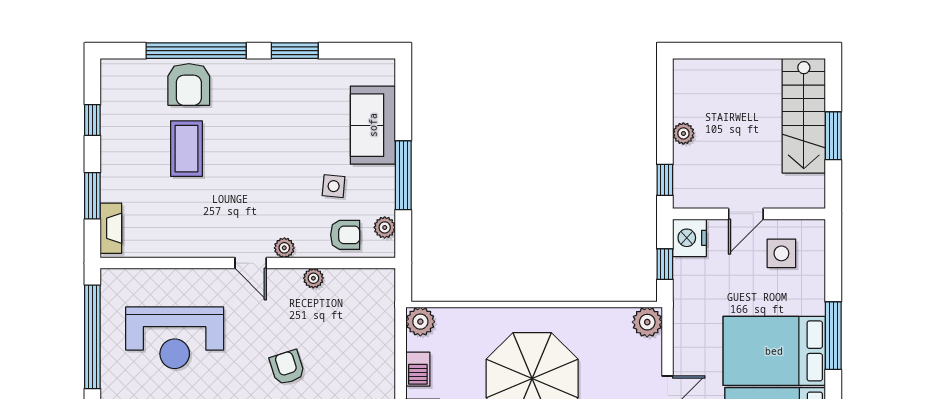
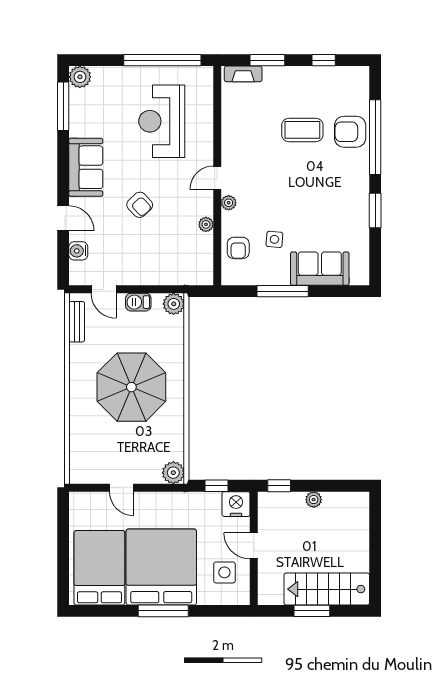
plant: (385, 227) -> (244, 277), removed
bed: (774, 351) -> (161, 567), width x1.36
armchair: (287, 367) -> (140, 205), turned 65

